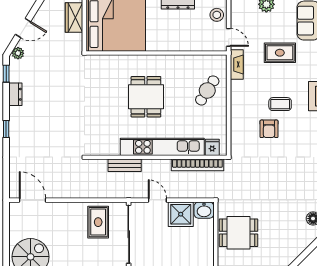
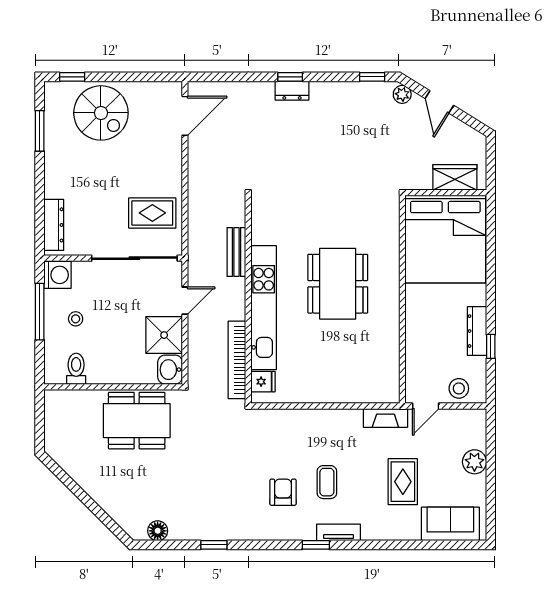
cafe table: (207, 90) -> (347, 374), removed
dresser: (15, 94) -> (292, 91), moved
dining table: (146, 97) -> (338, 284), width x1.38
armchair: (269, 129) -> (283, 492), moved, turned 90
dining table: (239, 233) -> (137, 421), width x1.37

